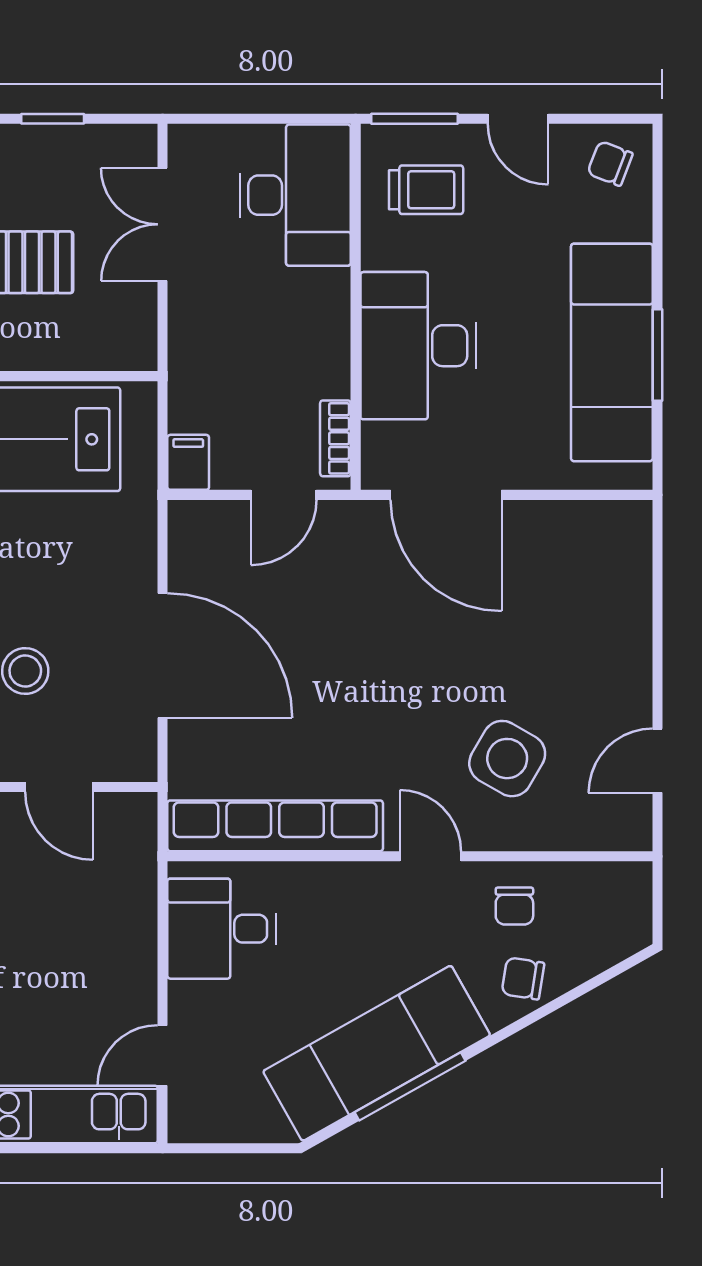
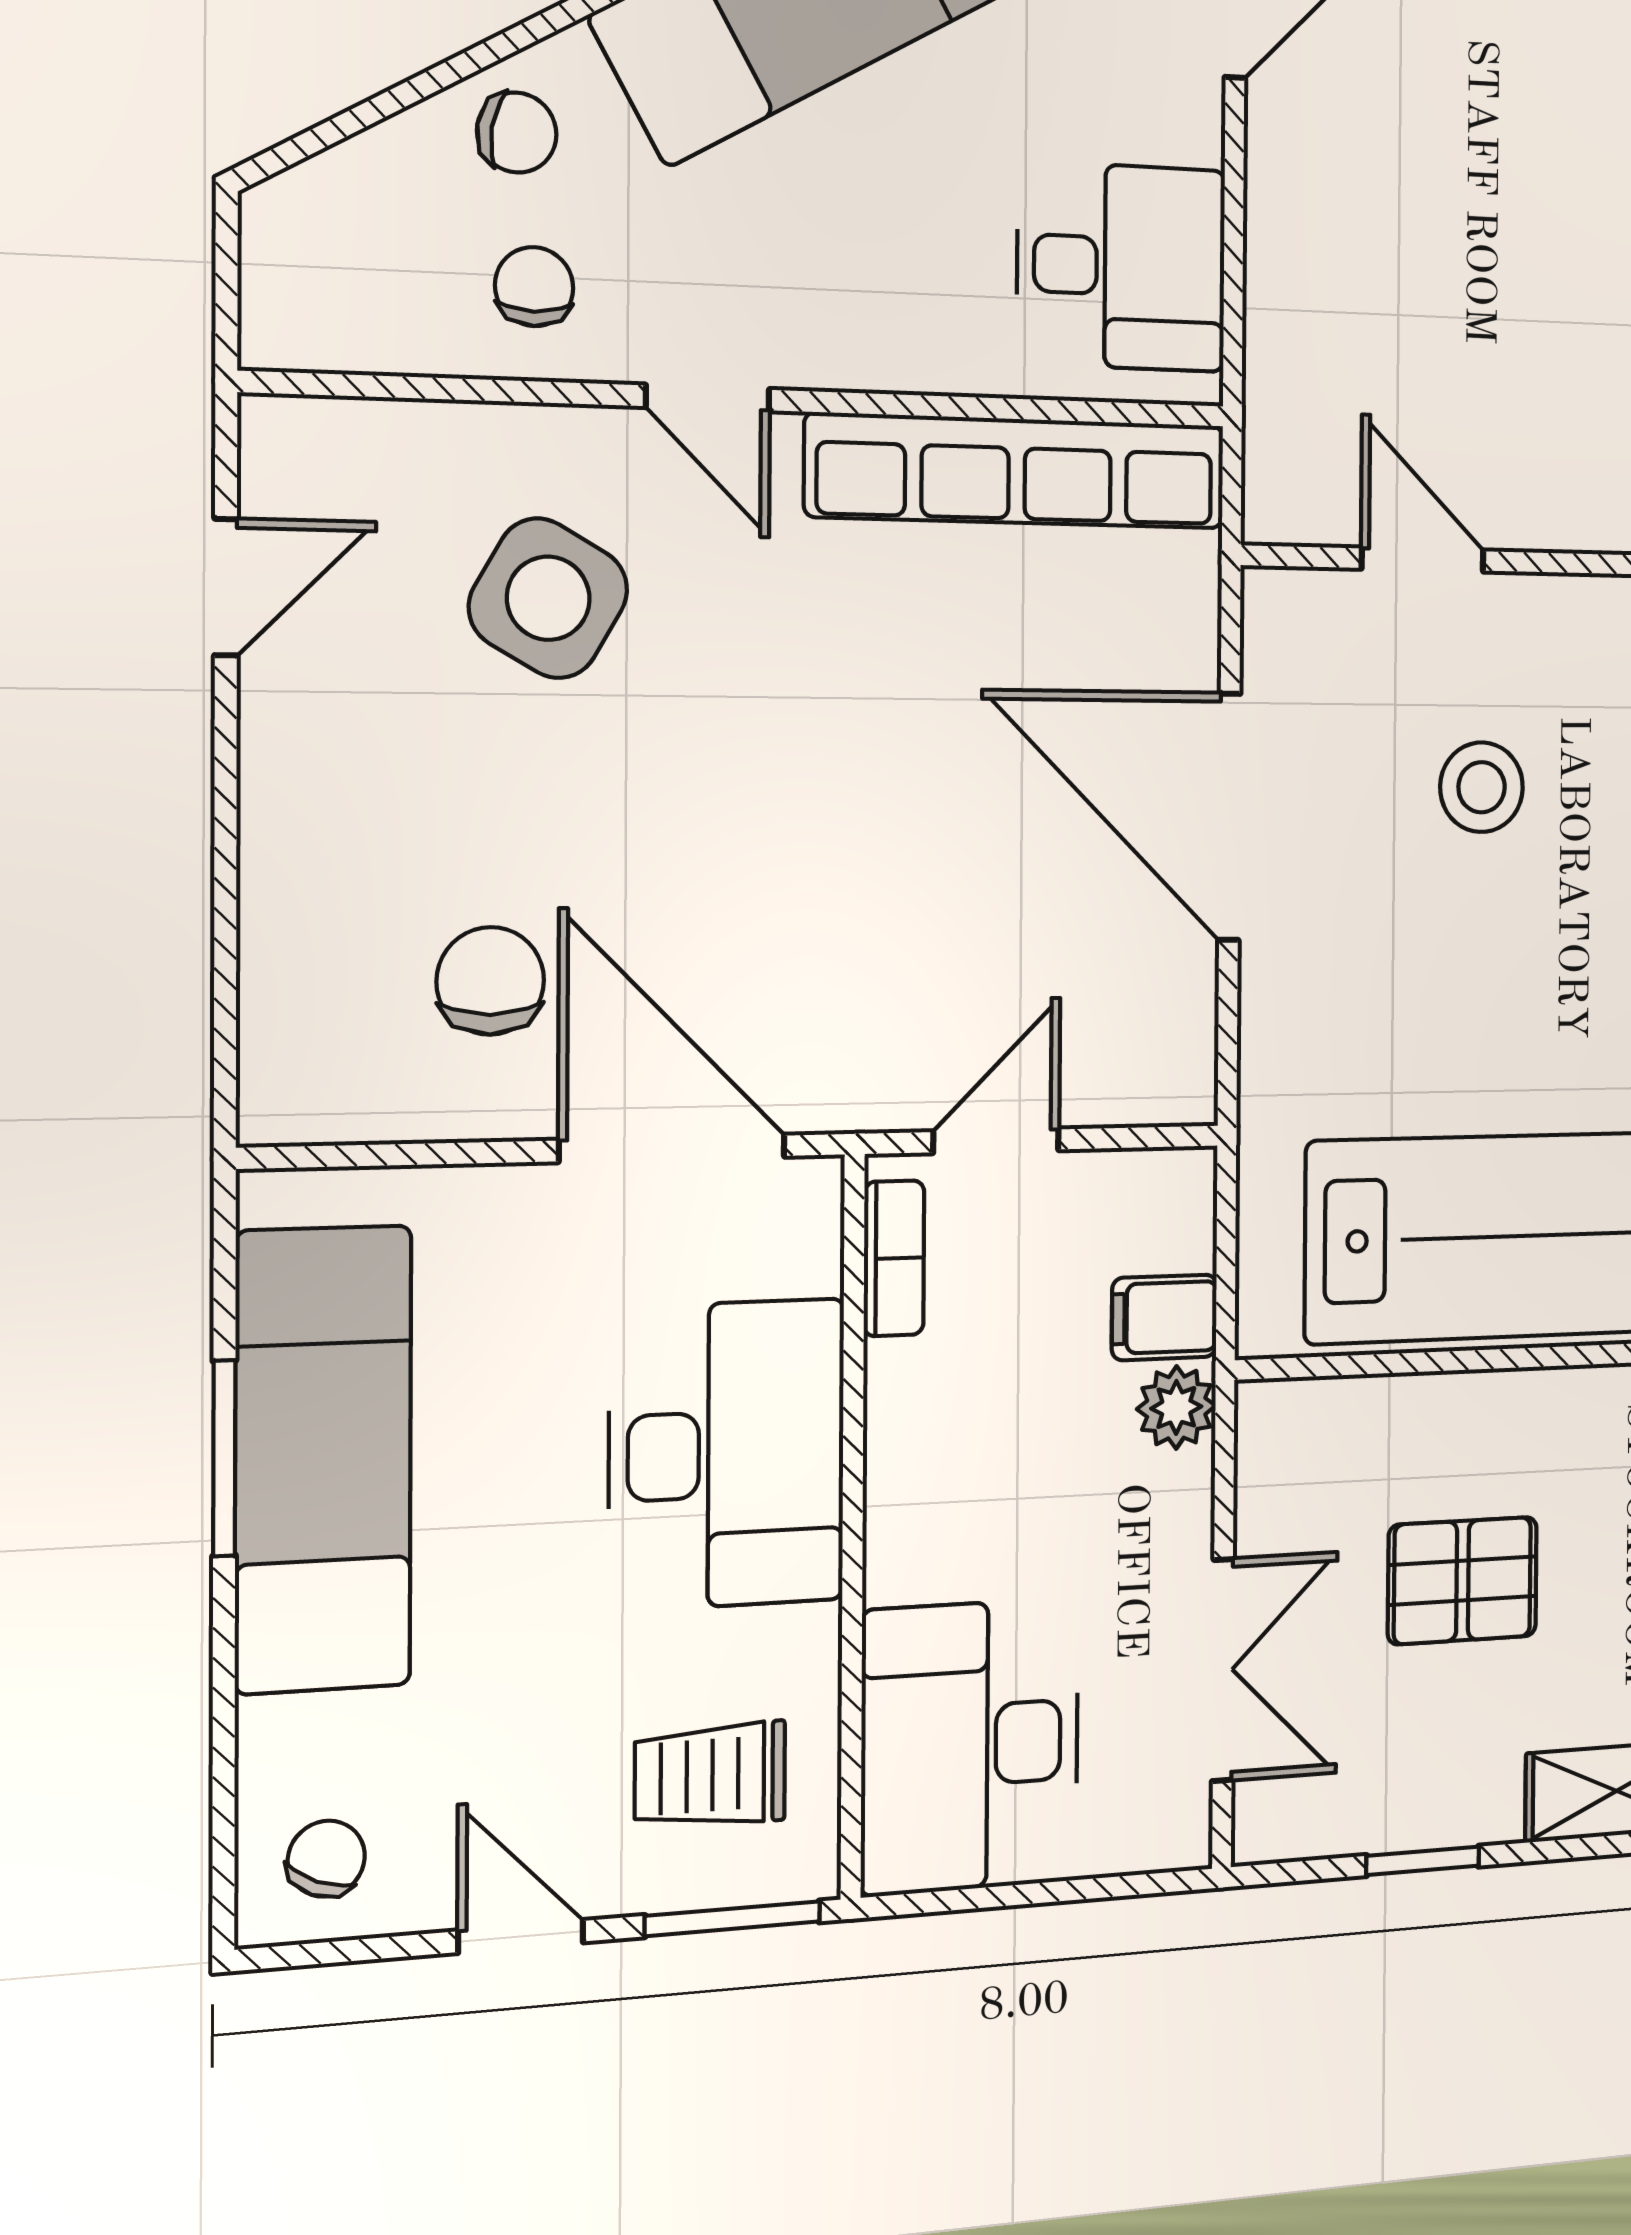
chair: (610, 163) -> (326, 1859), turned -89
plant: (188, 359) -> (1176, 1407), added
filing cabinet: (188, 462) -> (1164, 1317), moved, turned 90
chair: (534, 577) -> (490, 981), added

